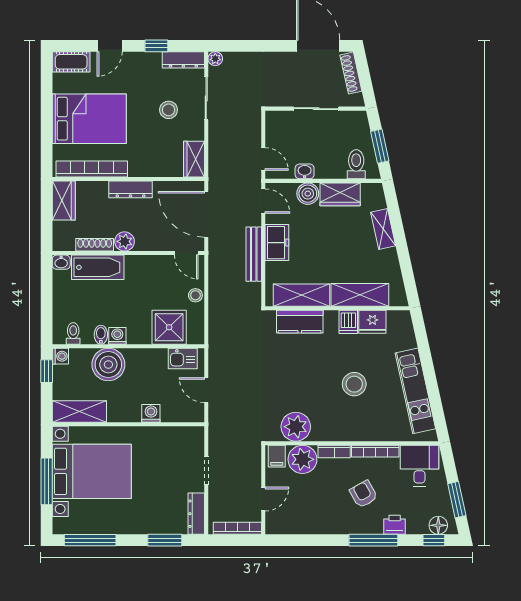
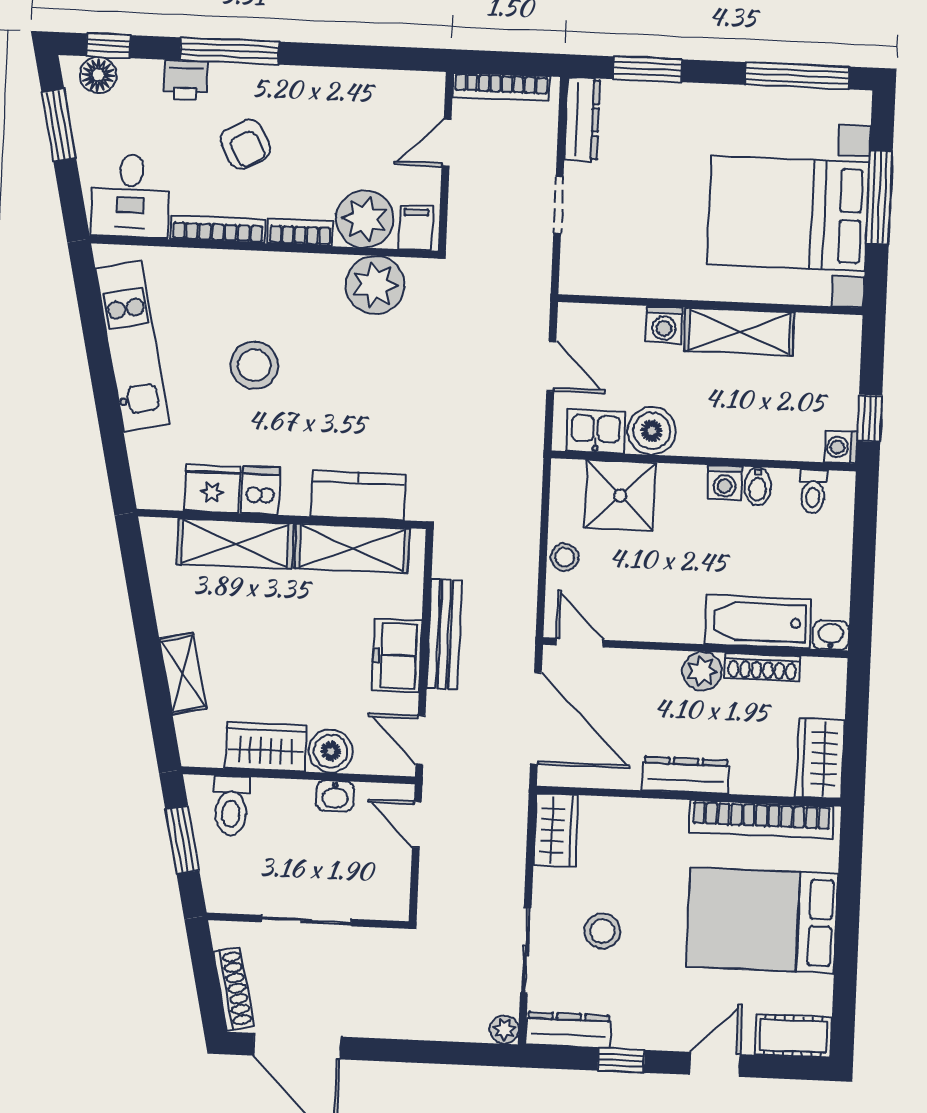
boiler: (108, 365) -> (652, 431), moved, width x0.73, depth x0.73
shelving: (79, 411) -> (739, 332), moved

